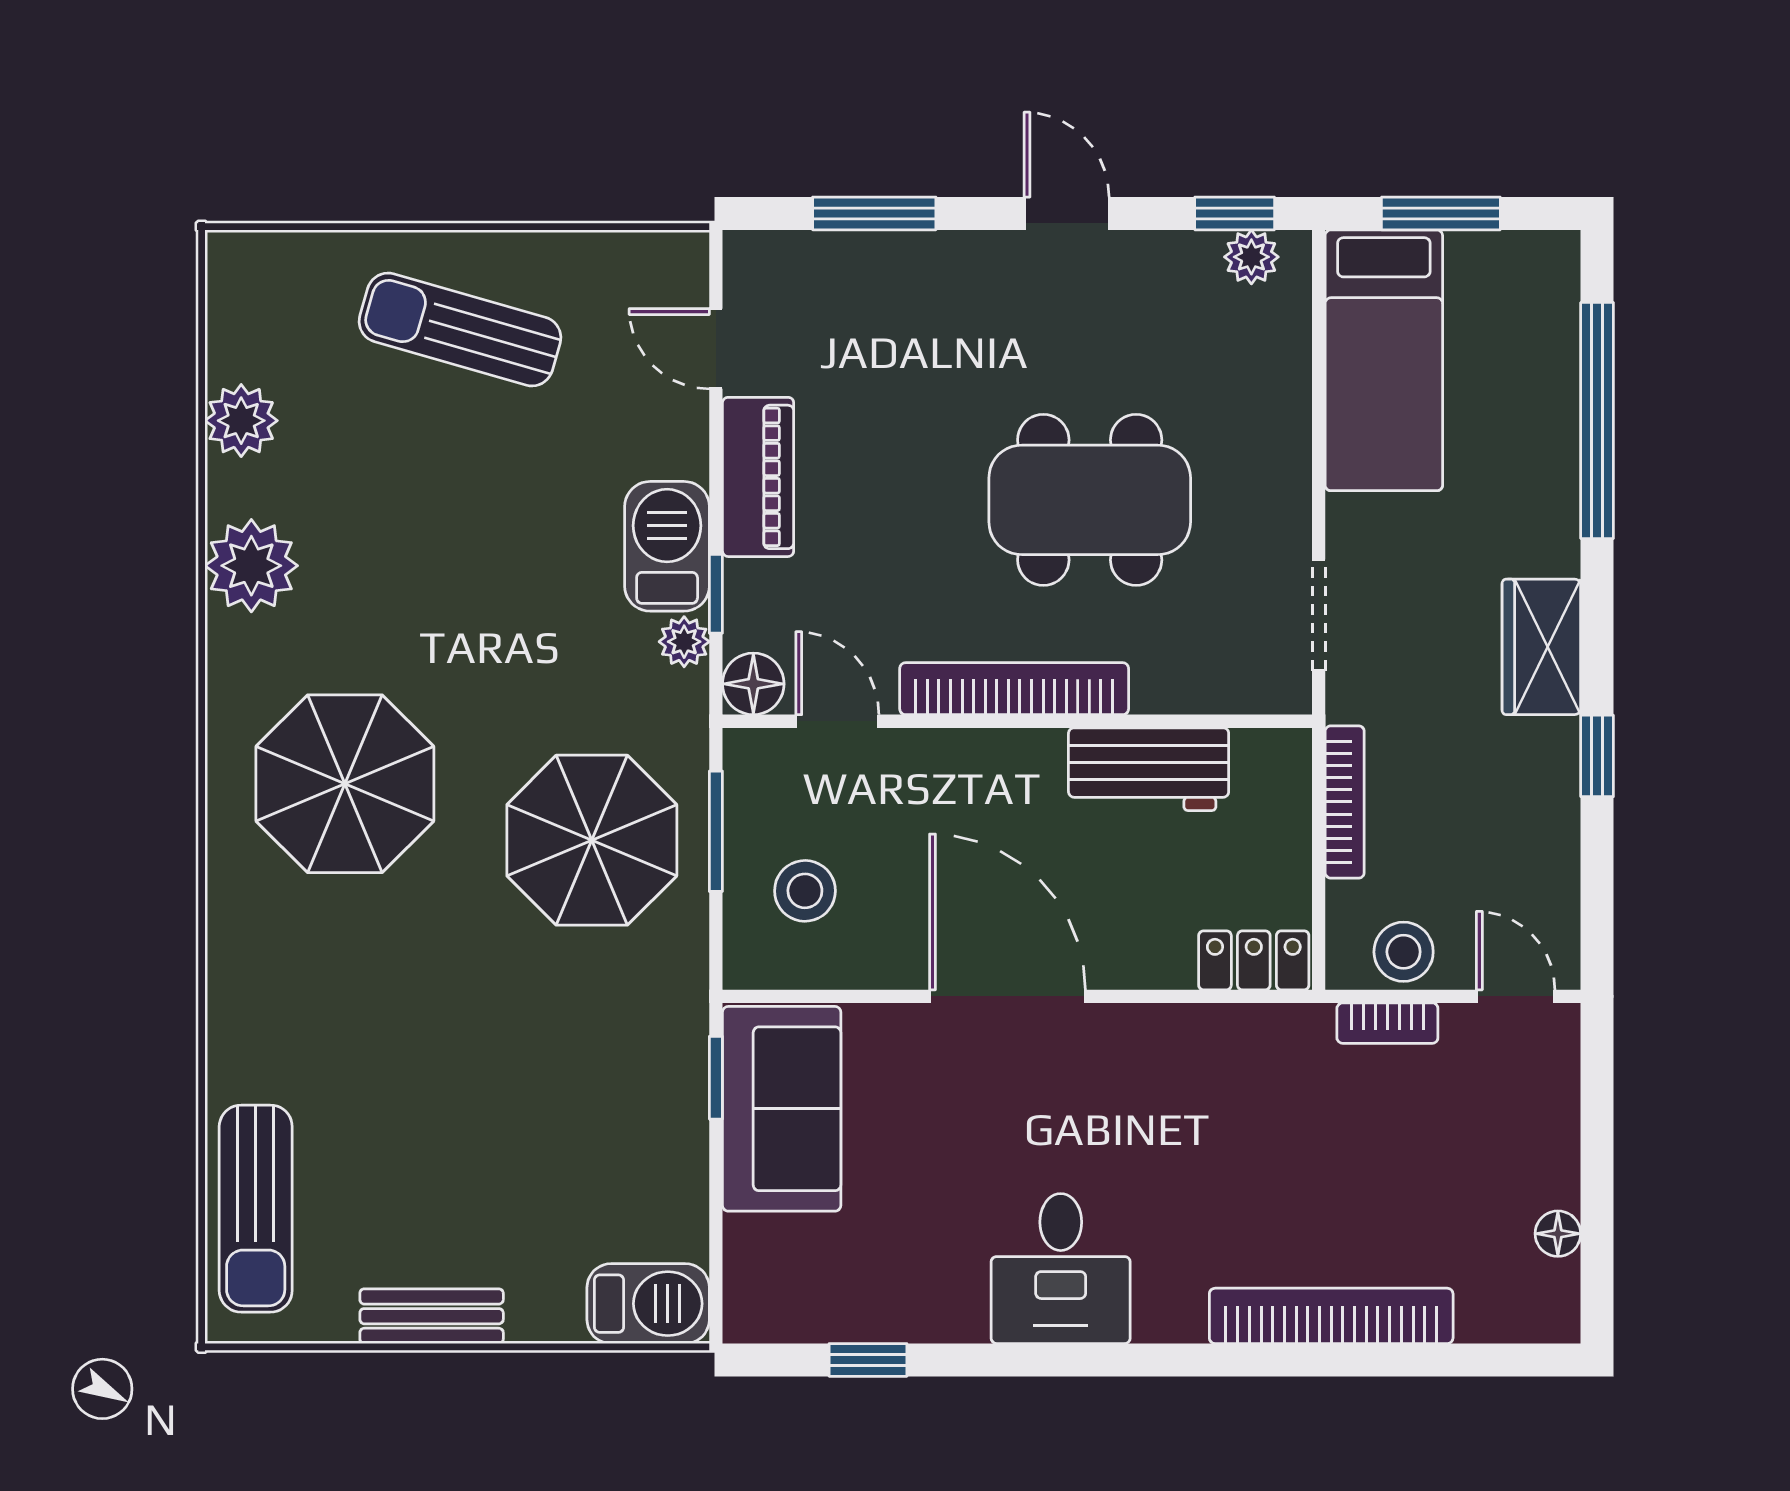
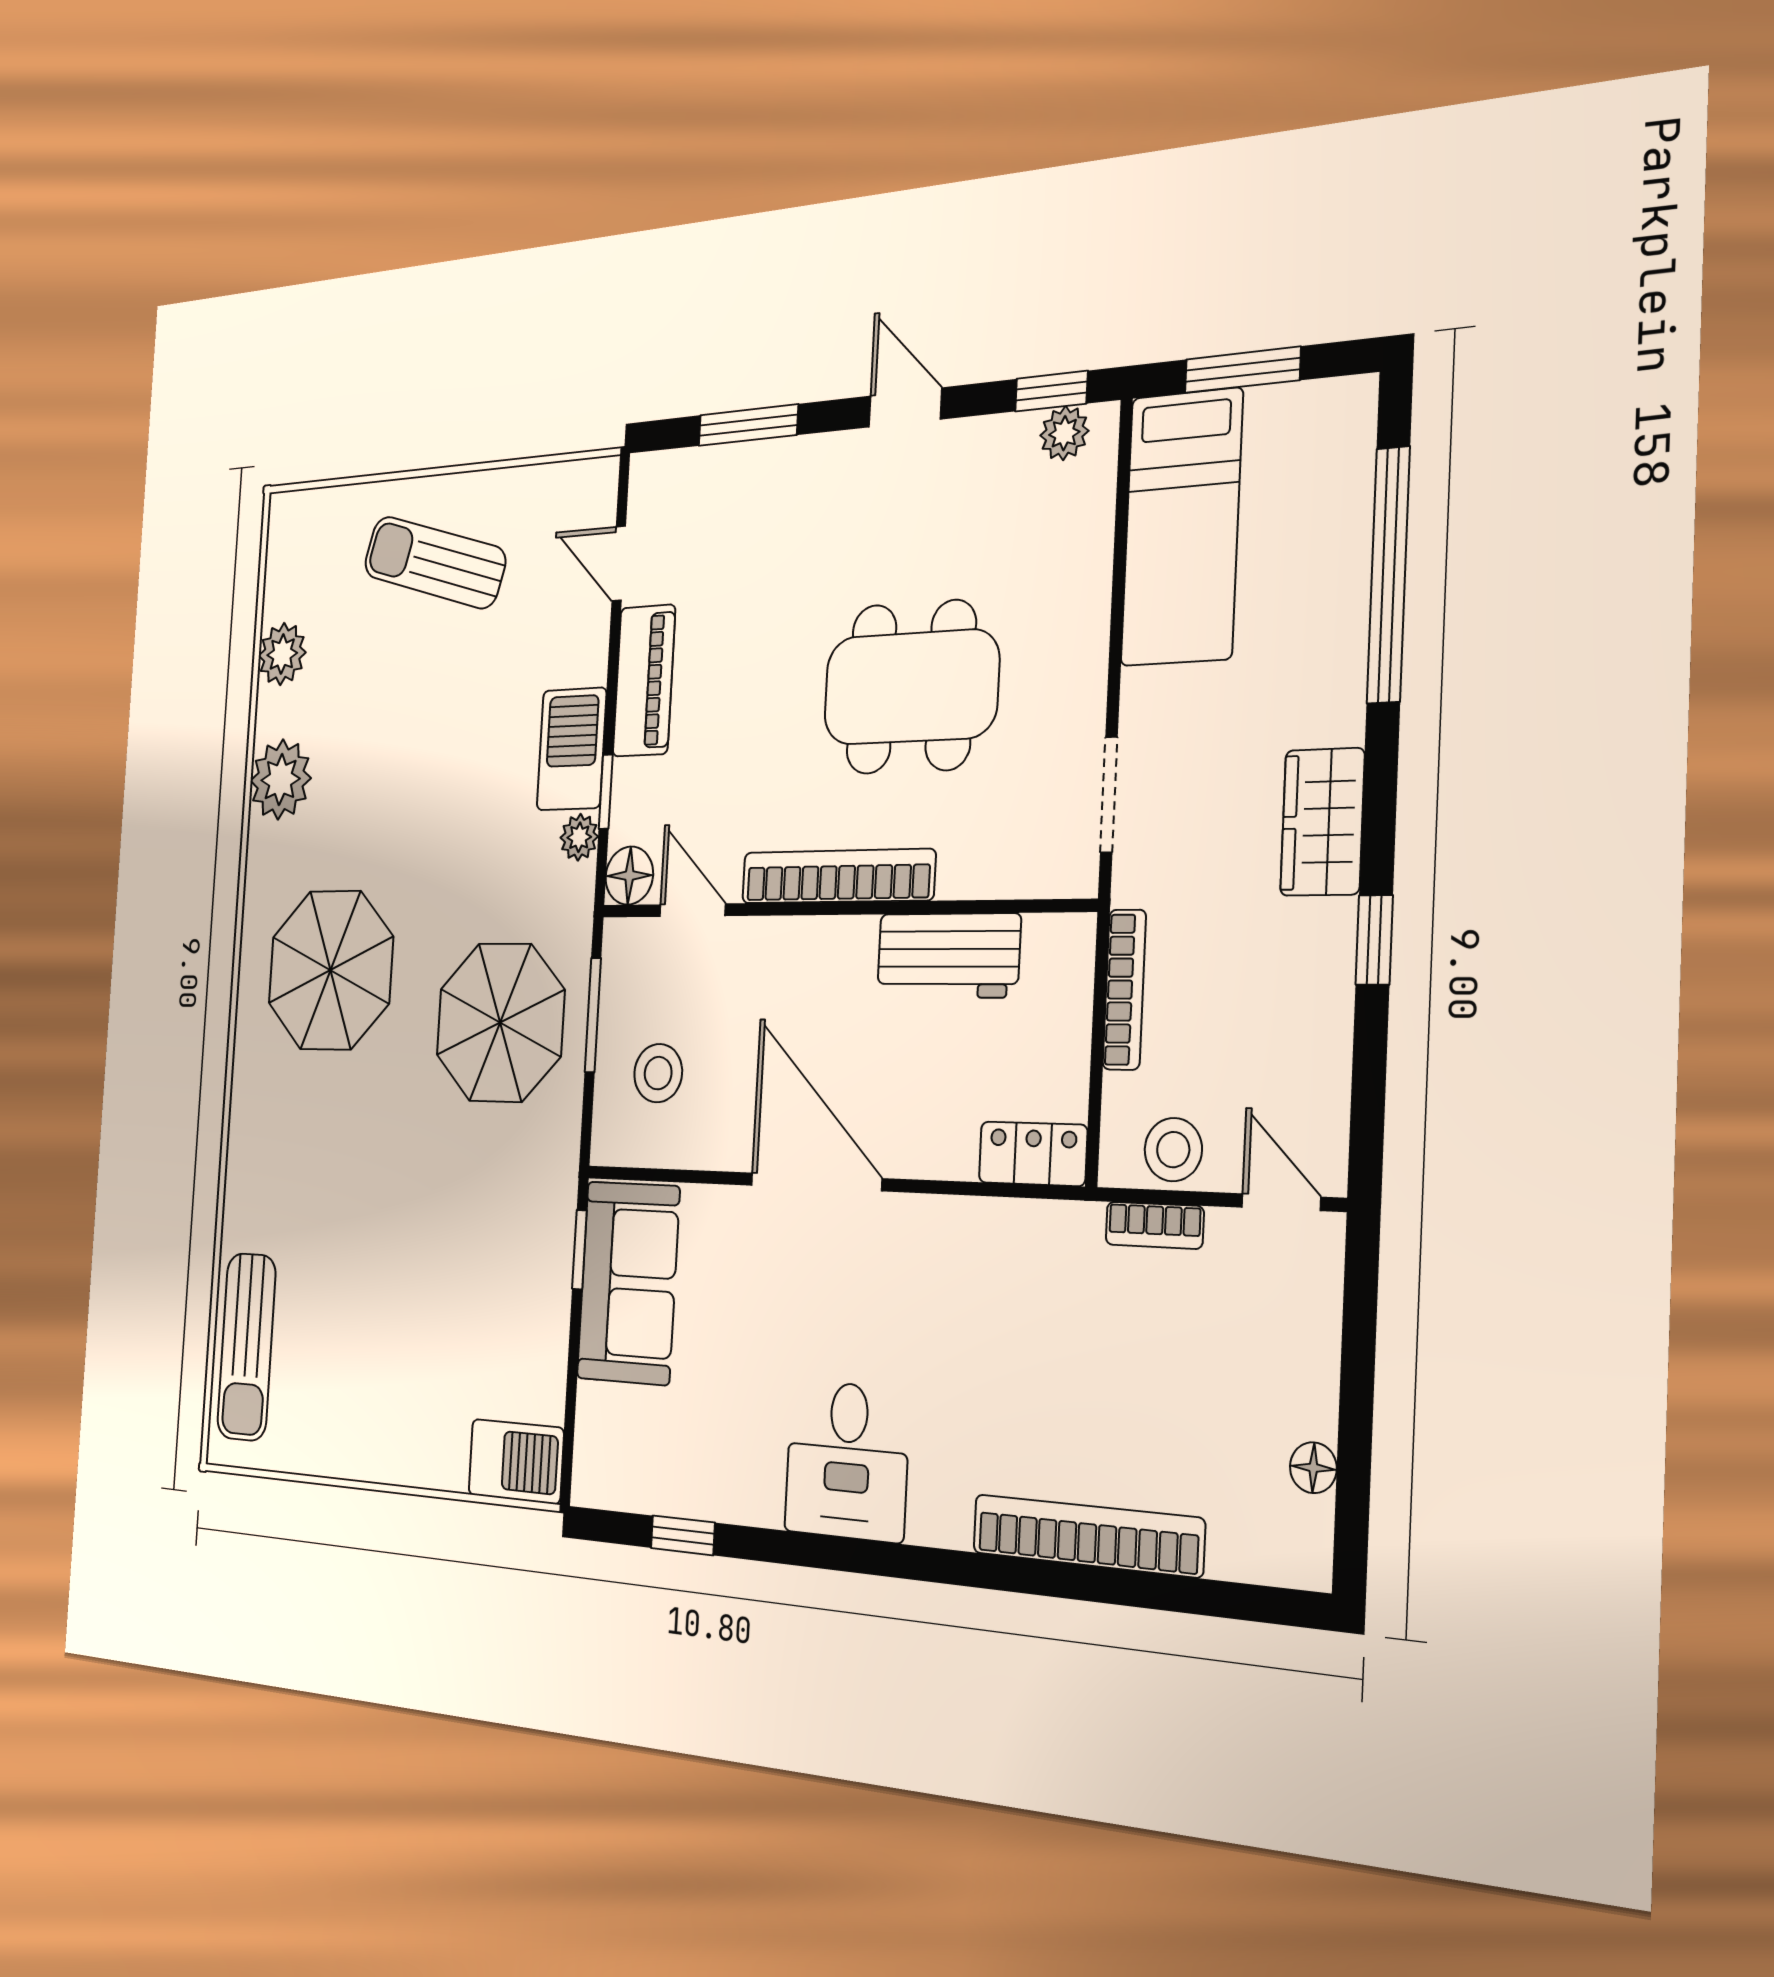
bench: (432, 1316) -> (359, 1456), removed

